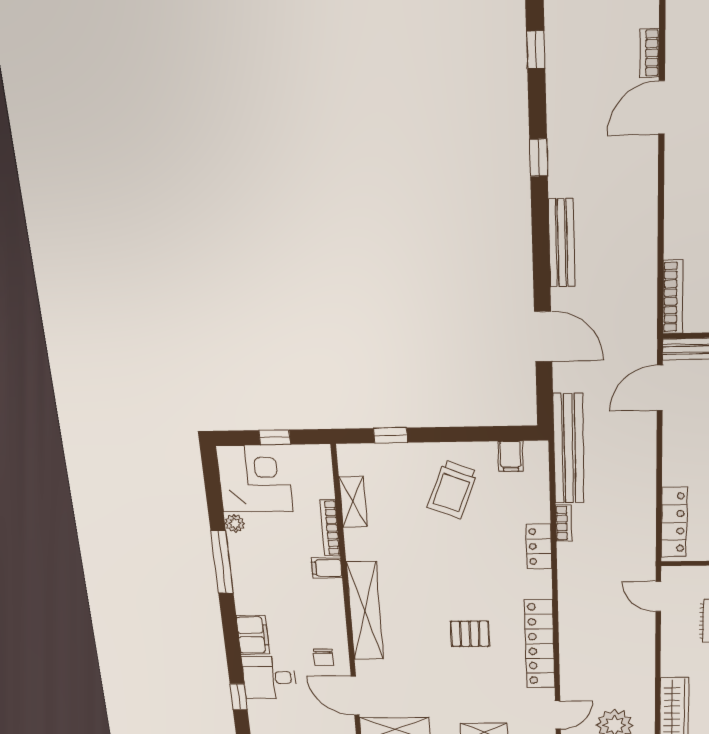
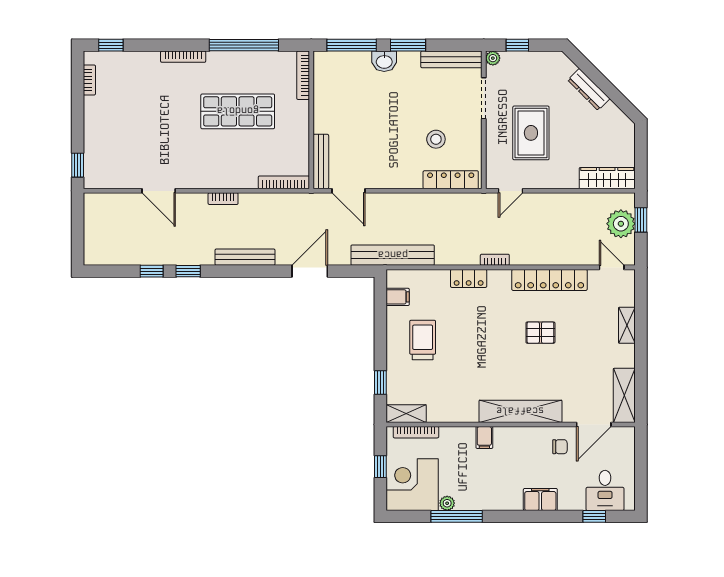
window: (536, 50) -> (152, 271), moved
bookcase: (650, 53) -> (223, 199), moved
trolley: (452, 489) -> (423, 340), turned -111
shelving: (353, 502) -> (406, 414), moved
bookcase: (564, 523) -> (495, 260), moved
bookcase: (330, 528) -> (416, 432), moved
window: (222, 562) -> (457, 516), moved
pallet: (470, 634) -> (540, 333), turned 90
desk: (269, 678) -> (605, 490), moved

